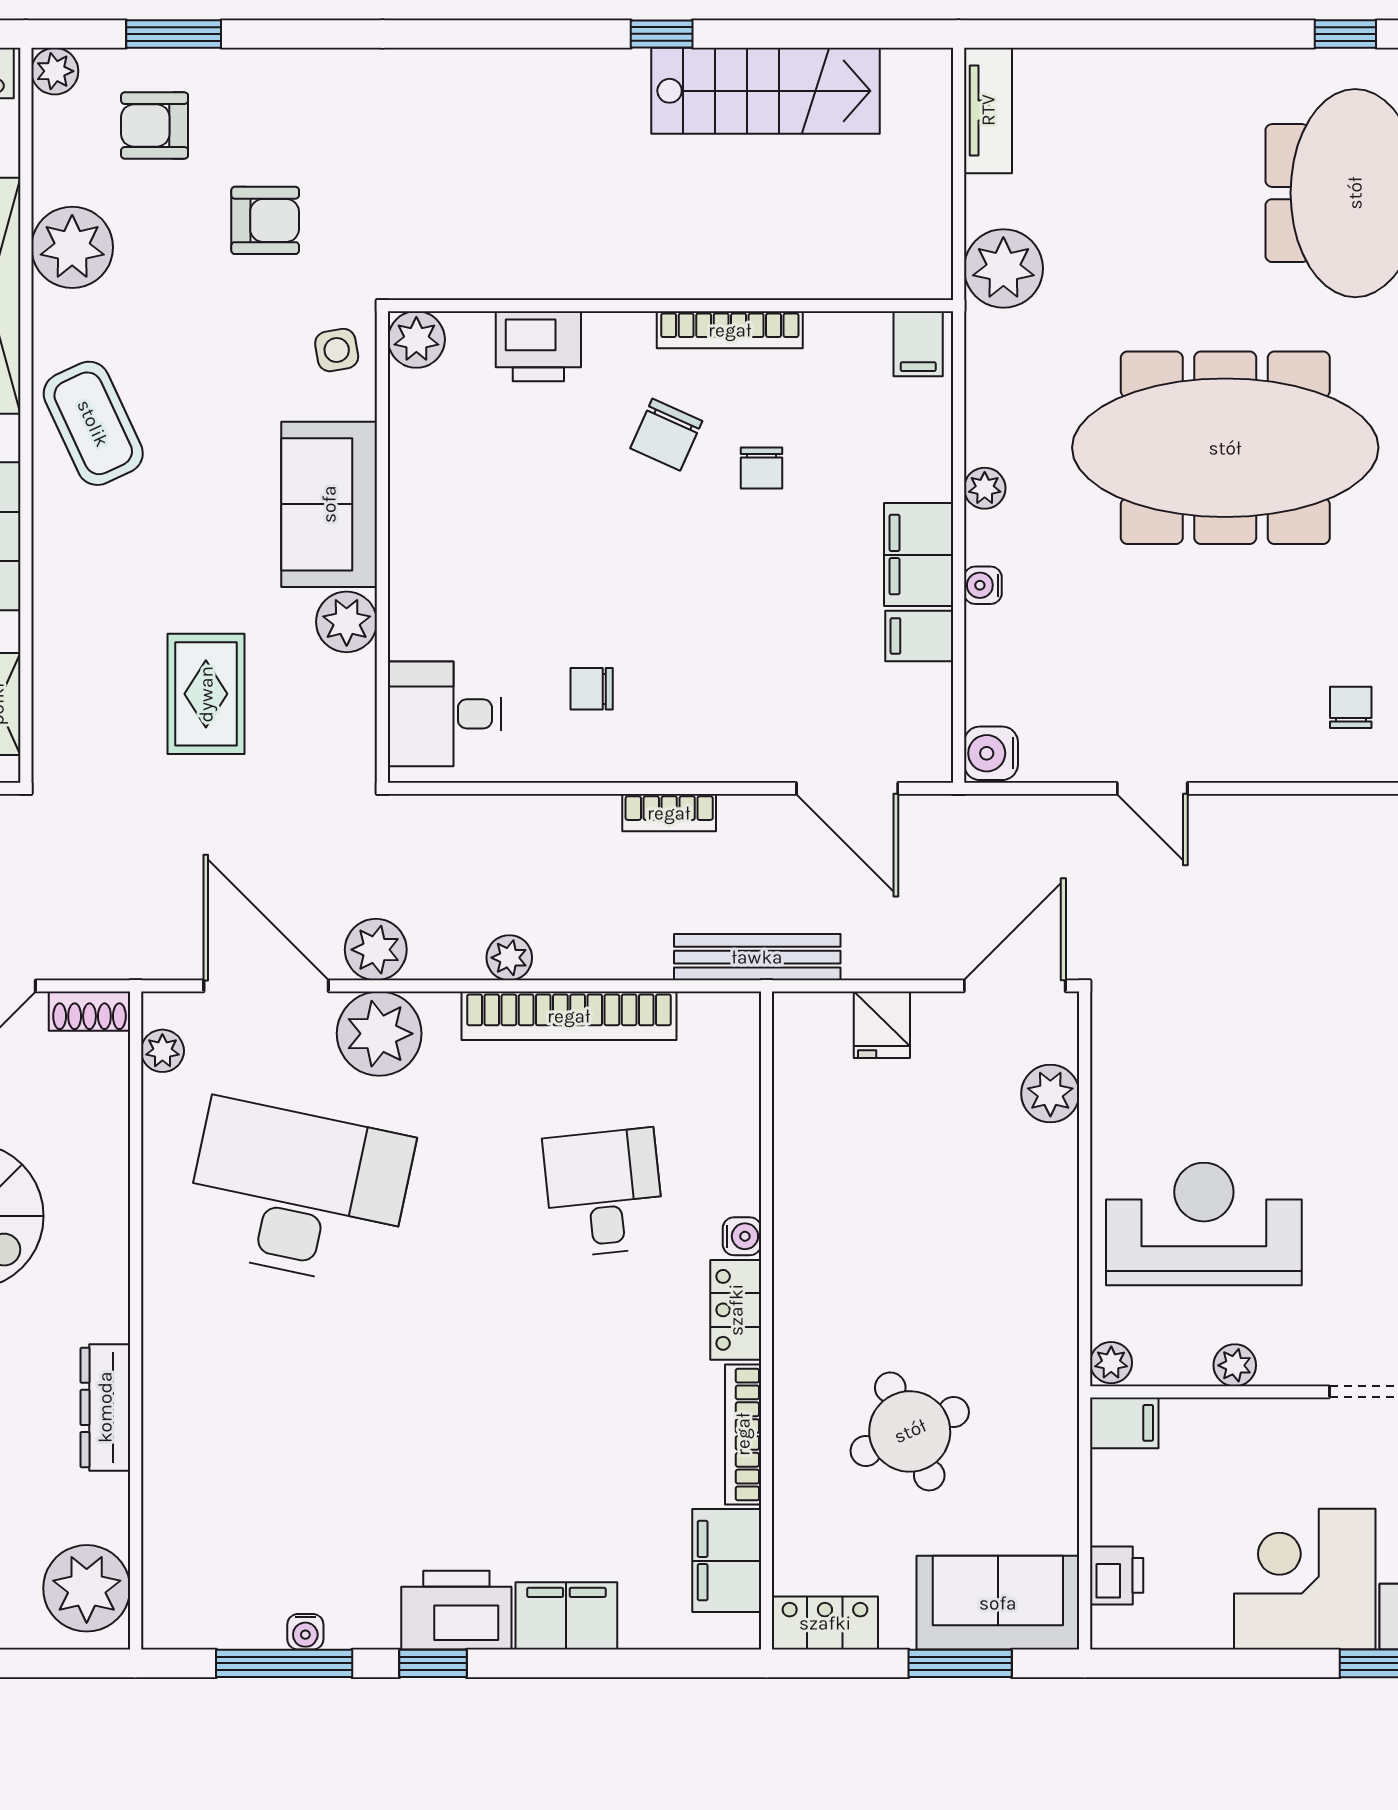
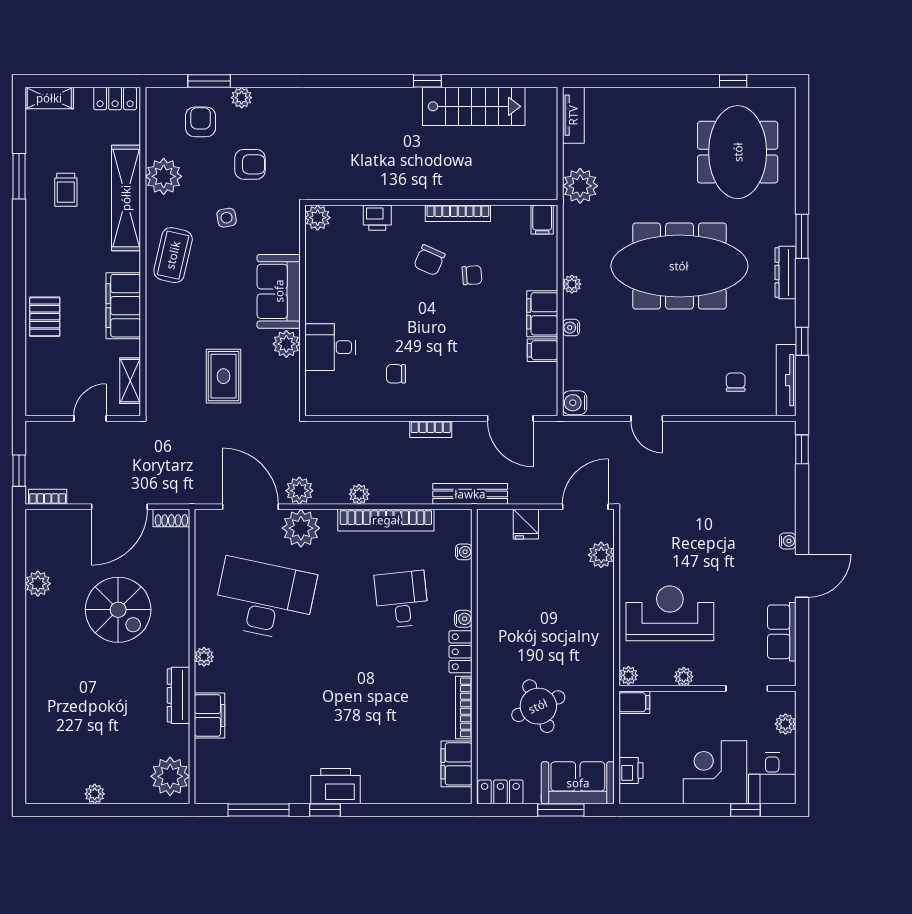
plant: (55, 71) -> (242, 98), moved
armchair: (155, 126) -> (201, 122), turned 90
printer: (538, 346) -> (377, 218), width x0.73, depth x0.81
side table: (337, 350) -> (227, 218), moved
coffee table: (93, 423) -> (173, 255), turned 38
chair: (761, 468) -> (472, 275), turned -94
desk: (444, 714) -> (330, 347), moved
plant: (162, 1051) -> (204, 657), moved
filing cabinet: (566, 1616) -> (210, 715), moved, turned 90
water cooler: (305, 1632) -> (464, 552), moved, turned -90

